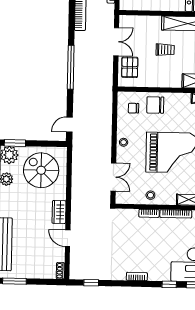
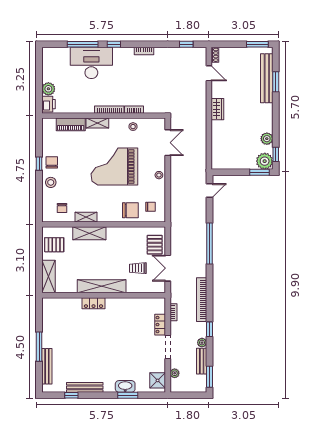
trolley: (165, 50) -> (138, 268), moved
spiral stairs: (41, 170) -> (235, 148), removed
double door: (113, 177) -> (168, 143), swing flipped
door: (68, 238) -> (209, 73), moved

